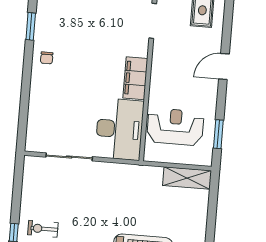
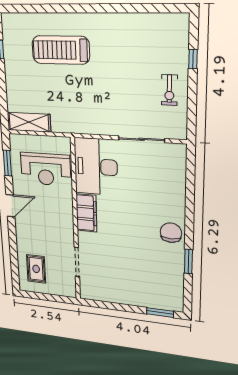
chair: (47, 58) -> (171, 233), width x1.87, depth x1.87
door: (224, 66) -> (10, 206), moved
exercise bike: (43, 229) -> (169, 90), moved, turned 90

